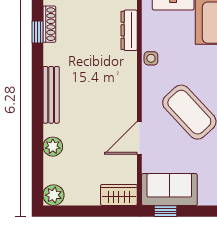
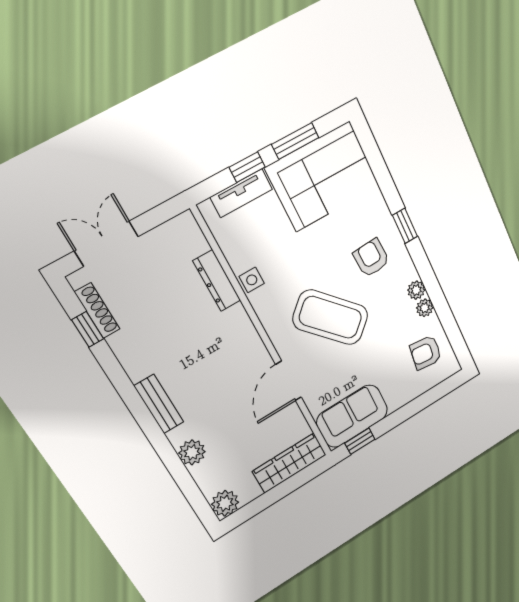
dresser: (129, 30) -> (217, 281), moved
bench: (51, 95) -> (159, 404), width x0.73
wardrobe: (119, 195) -> (289, 463), width x1.50

